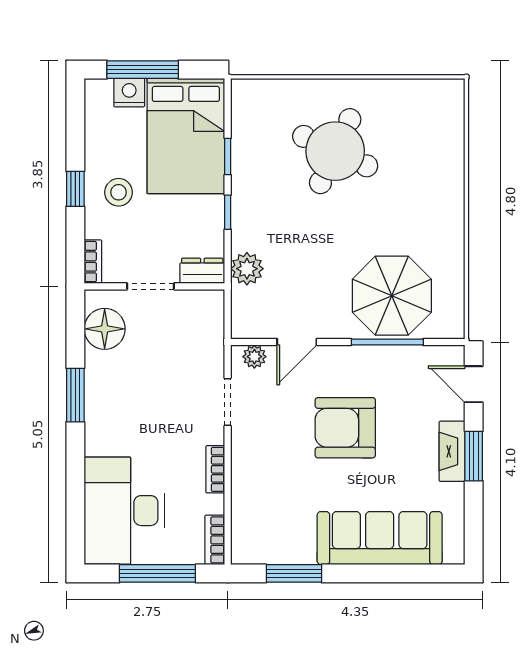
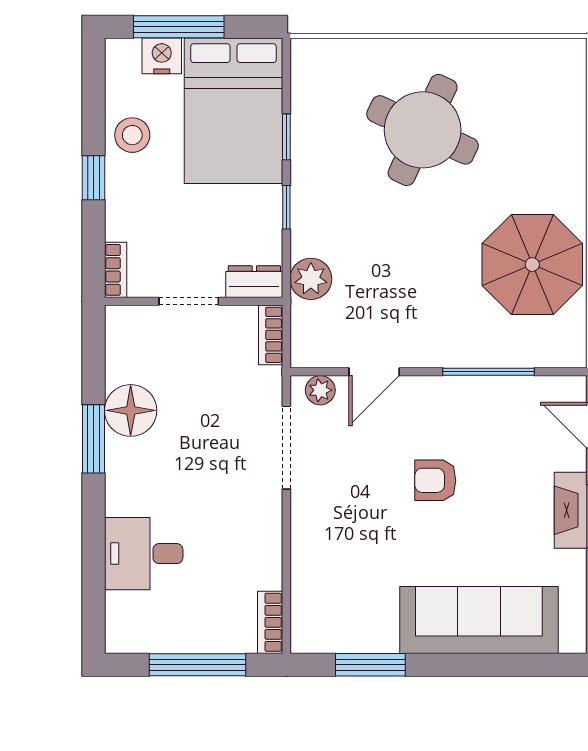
stool: (119, 192) -> (132, 135), moved
parasol: (392, 296) -> (532, 265), moved
floor lamp: (105, 329) -> (131, 410), moved
doorway: (228, 402) -> (286, 448), width x1.38
armchair: (345, 428) -> (435, 480), width x0.53, depth x0.53
bookcase: (215, 469) -> (271, 335), moved
desk: (124, 511) -> (144, 554), width x0.53, depth x0.77

